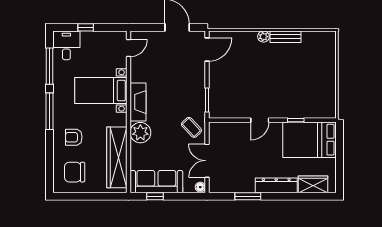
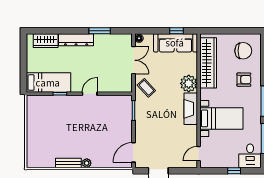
bed: (309, 140) -> (48, 83), width x0.67

